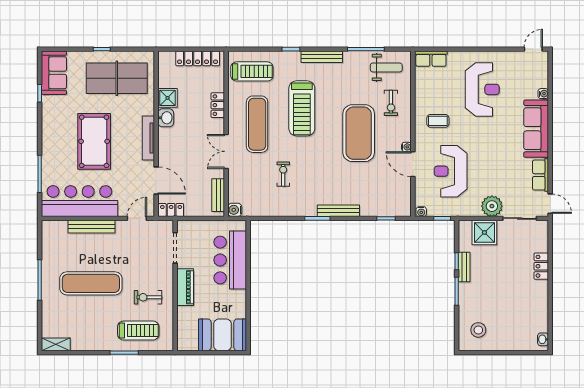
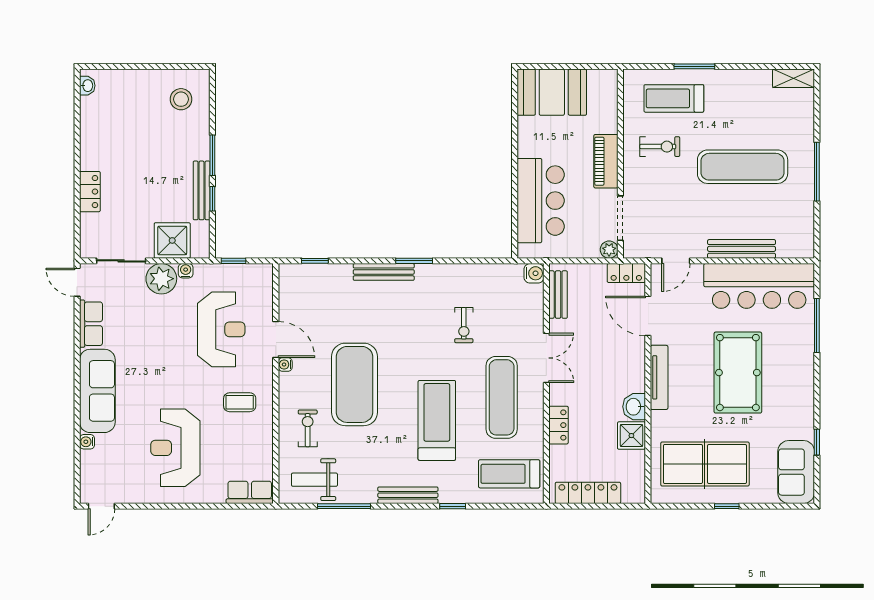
water cooler: (421, 212) -> (186, 271), moved
plant: (183, 226) -> (609, 250), added
bench: (464, 267) -> (202, 190), width x1.36

